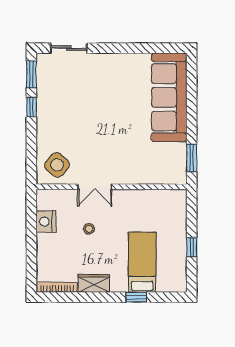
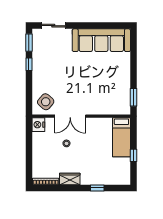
sofa: (169, 97) -> (101, 40), moved, turned -90
double door: (95, 187) -> (70, 116), width x1.37
nightstand: (46, 222) -> (38, 125), moved
bed: (142, 262) -> (121, 137), moved, turned 180

